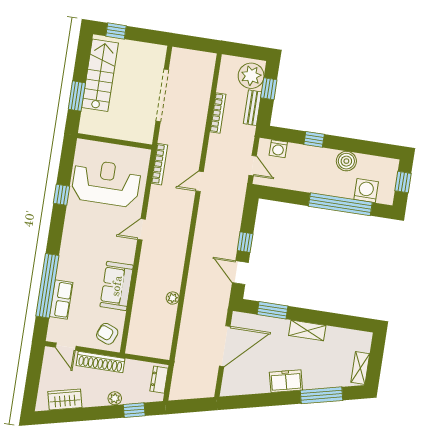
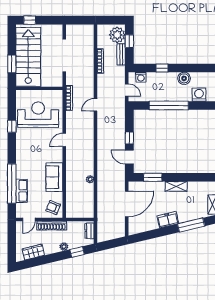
stairs: (100, 75) -> (28, 57), width x1.36, depth x1.51
window: (340, 204) -> (169, 105), moved
door: (66, 347) -> (29, 219), hinge flipped

